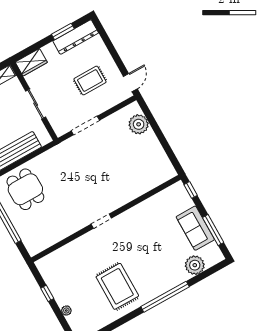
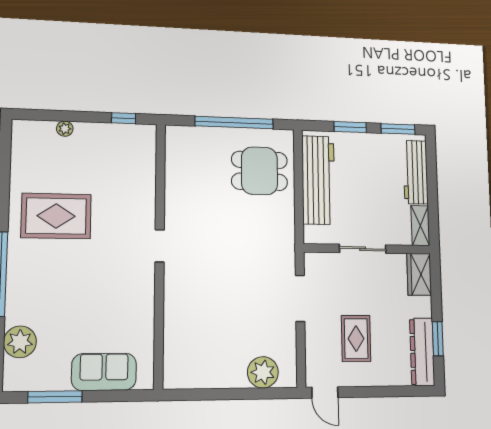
window: (191, 190) -> (131, 396), removed
sofa: (195, 228) -> (104, 372), moved
window: (47, 293) -> (124, 118), moved

